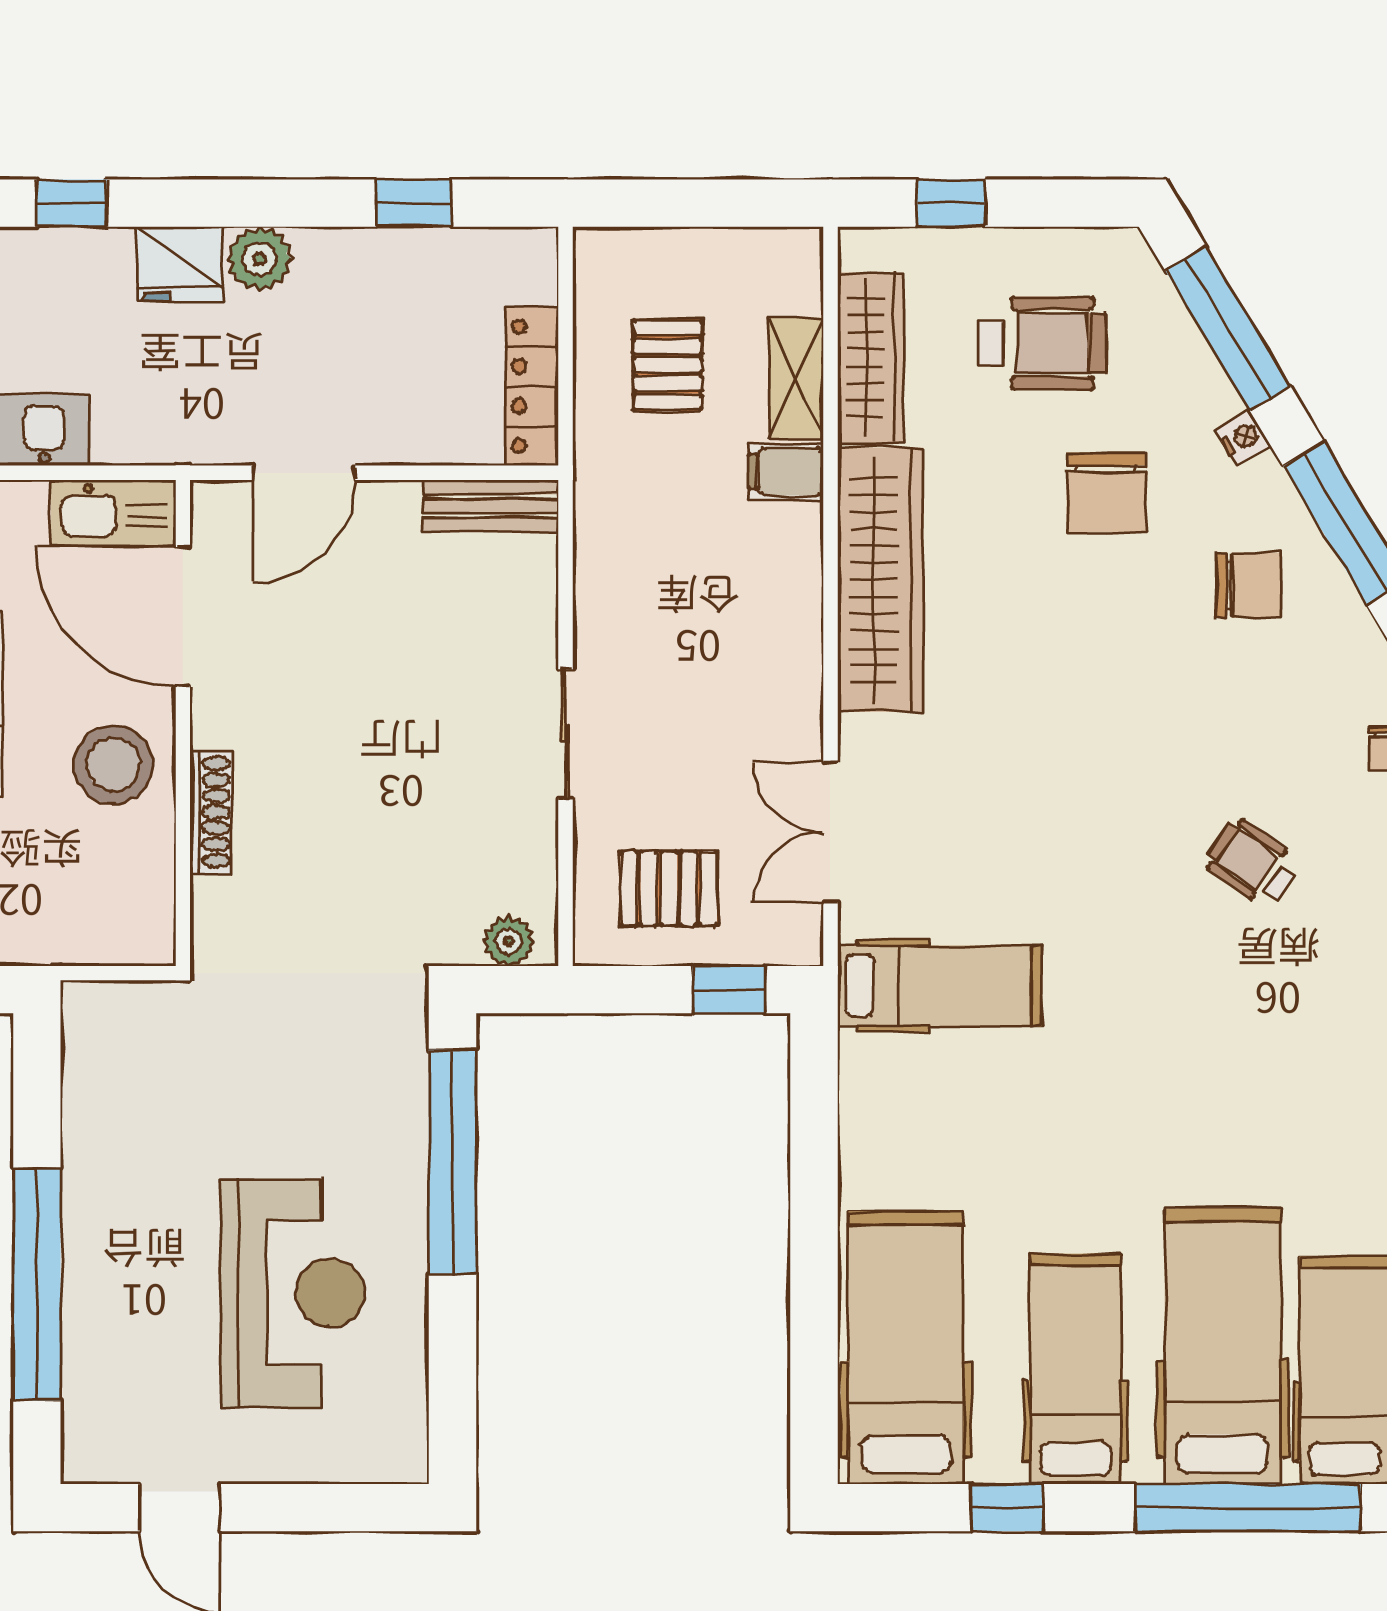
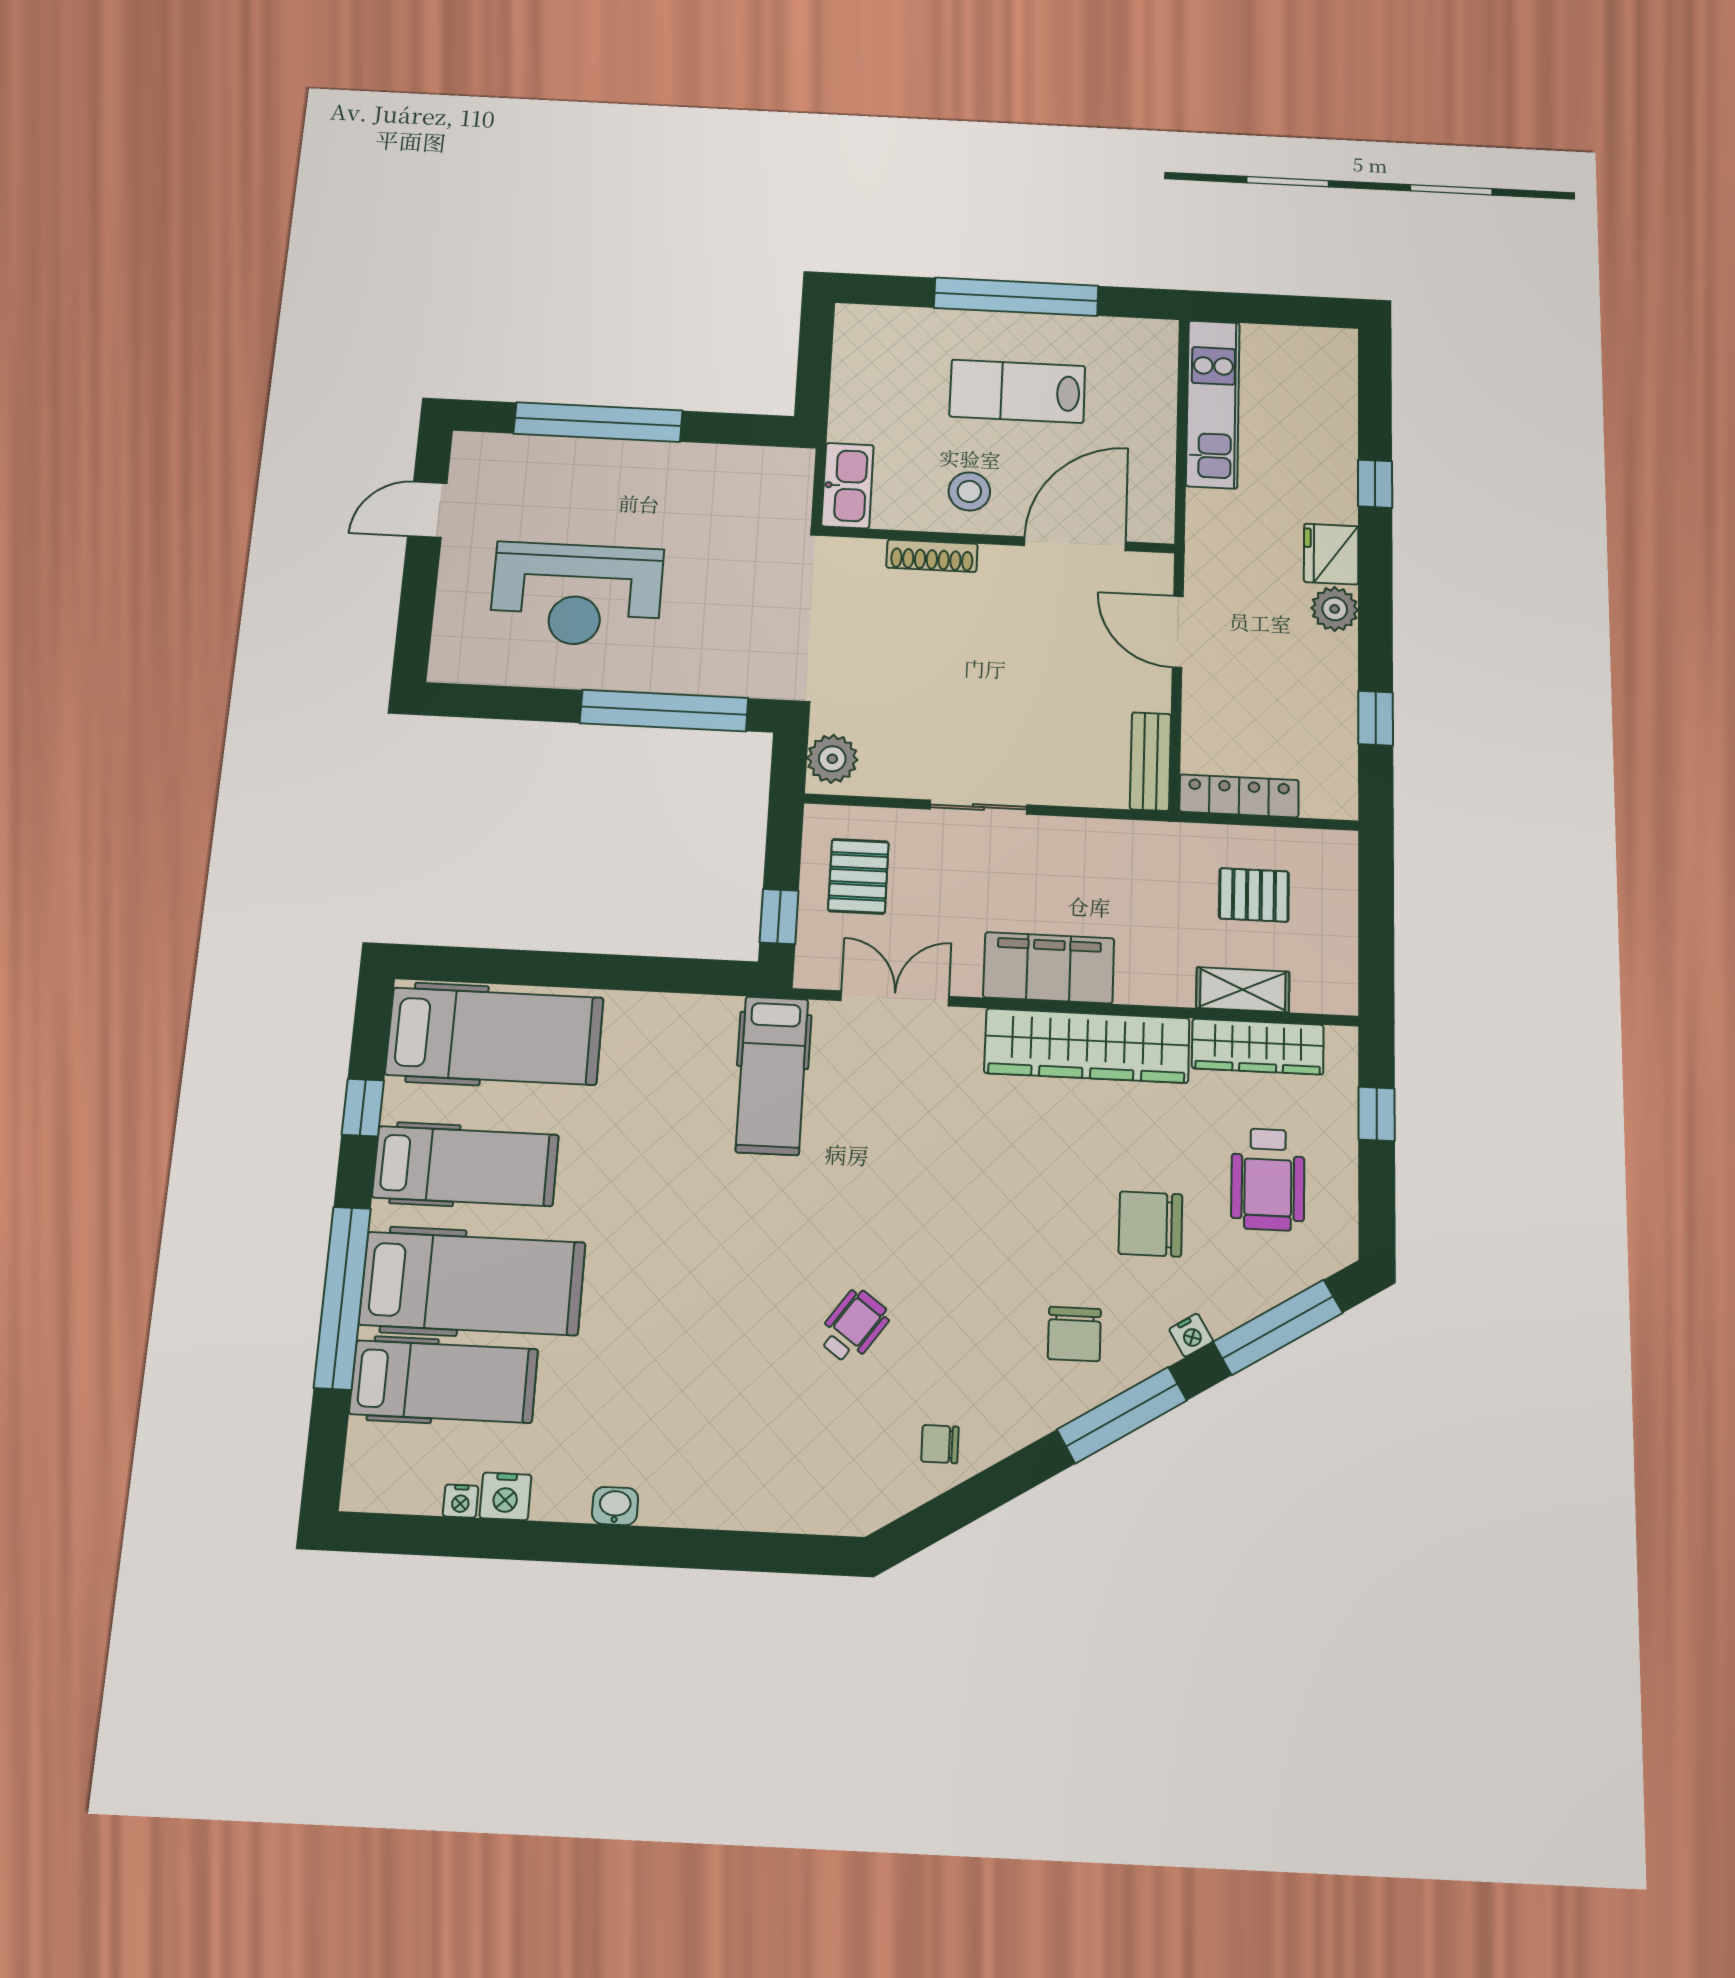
filing cabinet: (786, 472) -> (1049, 968), moved, width x3.00, depth x1.17
kitchen sink: (113, 513) -> (848, 486), moved, turned 180
stool: (113, 765) -> (969, 491), width x0.73, depth x0.73
plant: (508, 941) -> (832, 759), width x1.38, depth x1.38

